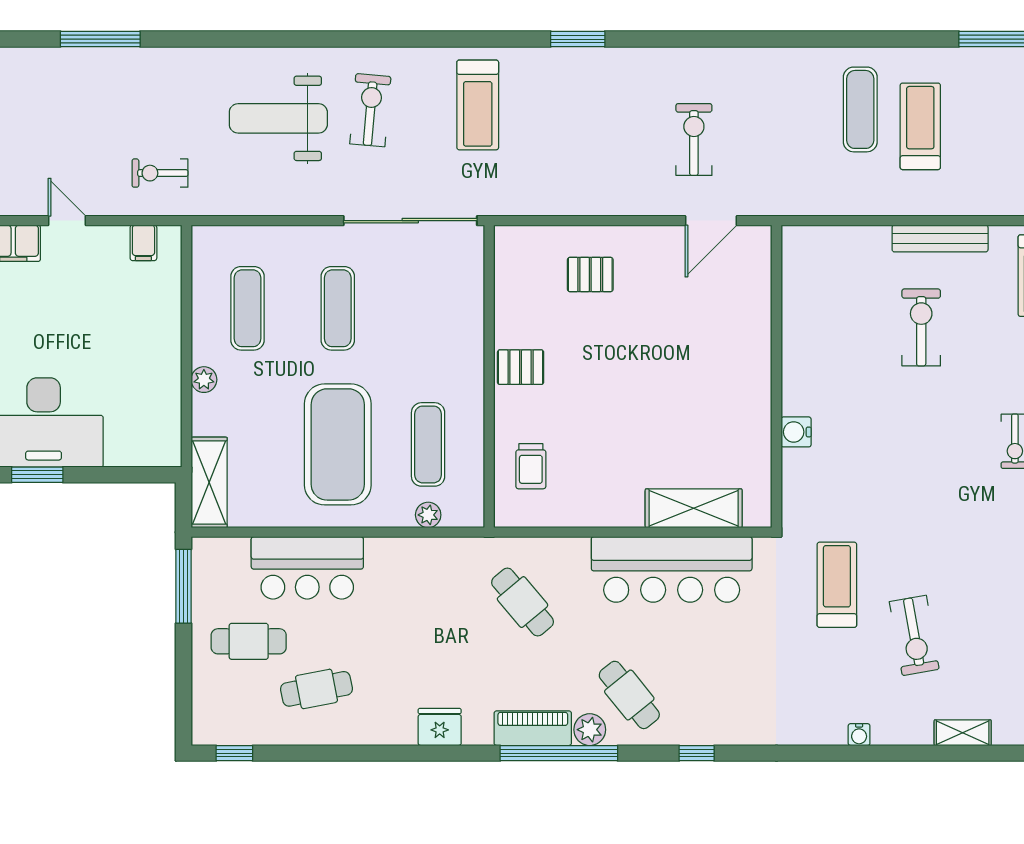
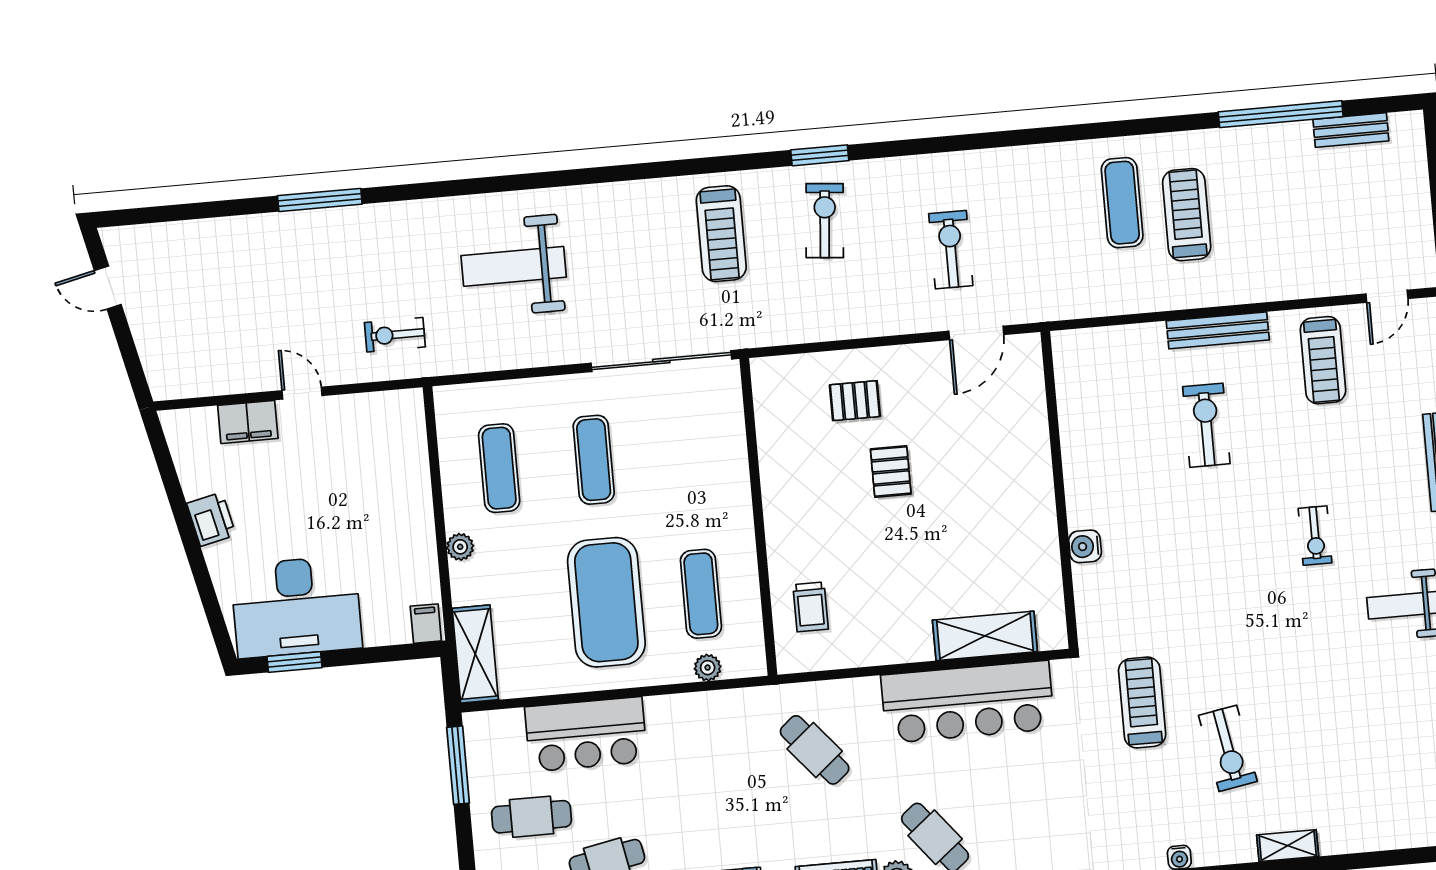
exercise bike: (370, 110) -> (825, 221), moved
filing cabinet: (143, 243) -> (426, 624), moved, turned 180
pallet: (521, 367) -> (891, 471), moved, turned 90

